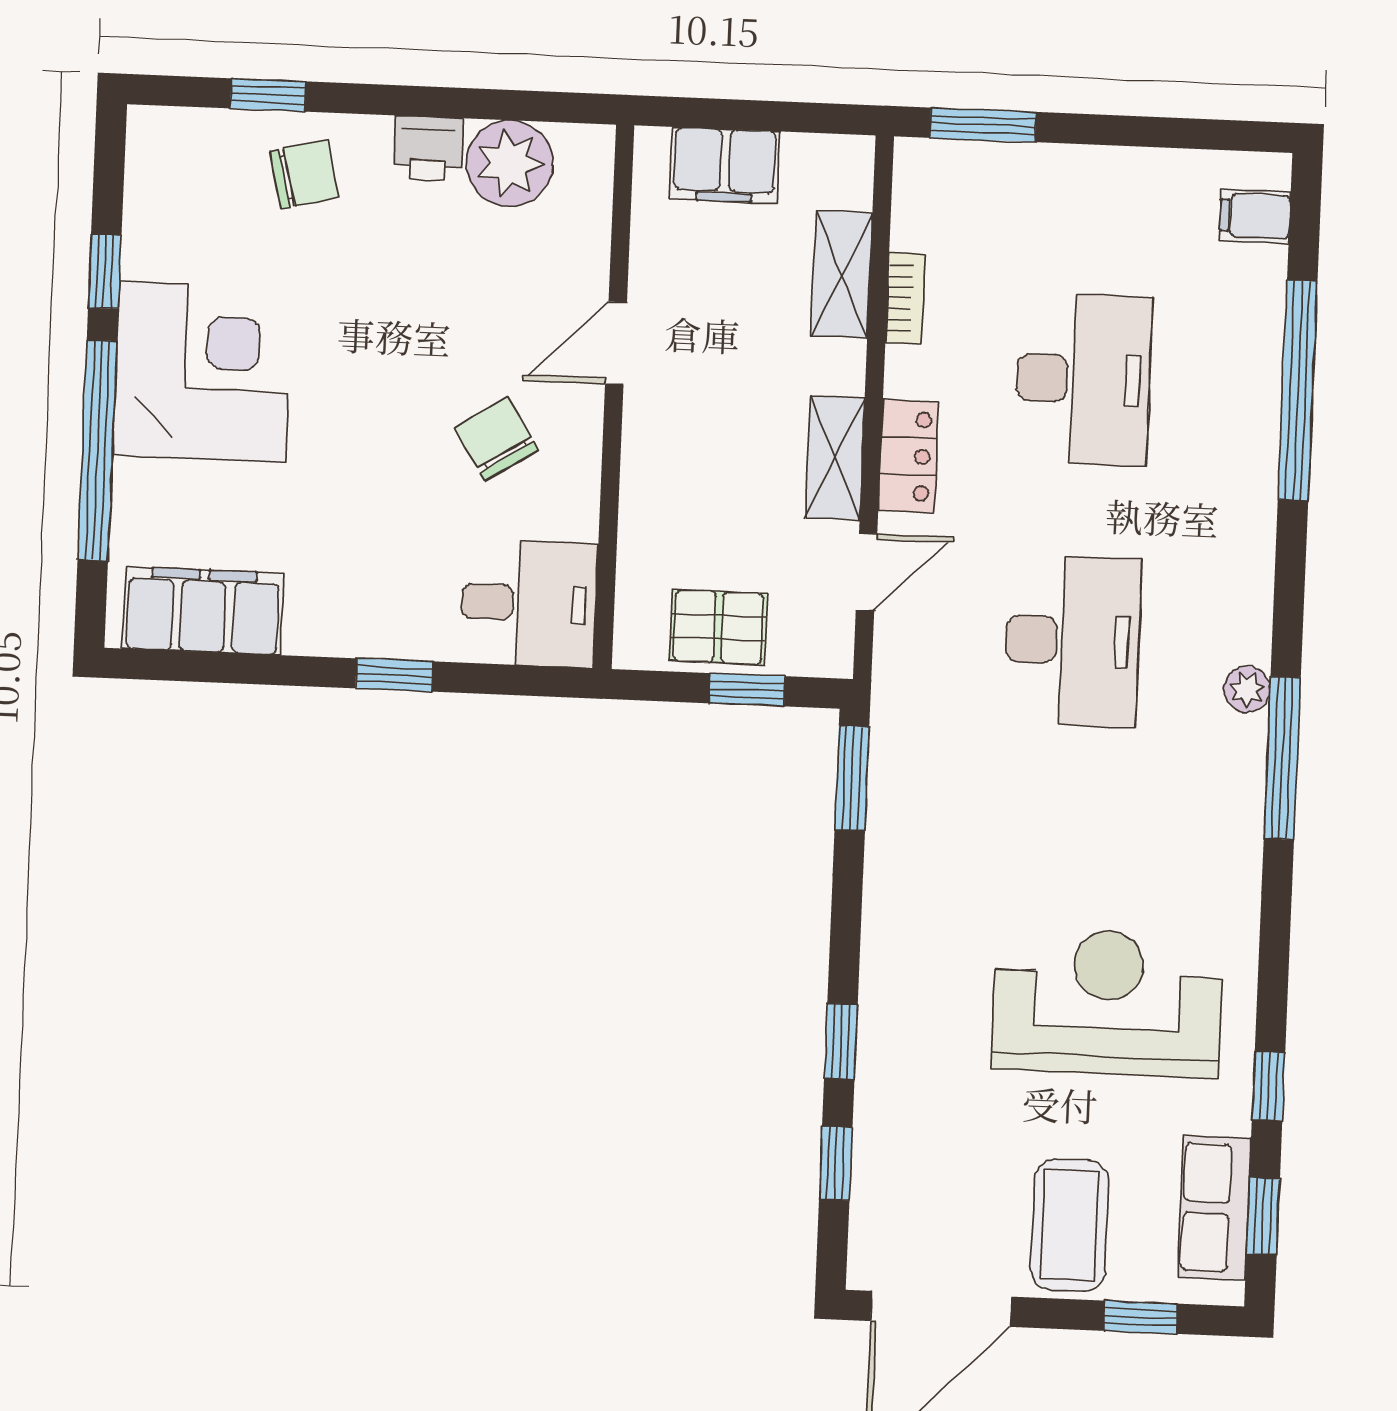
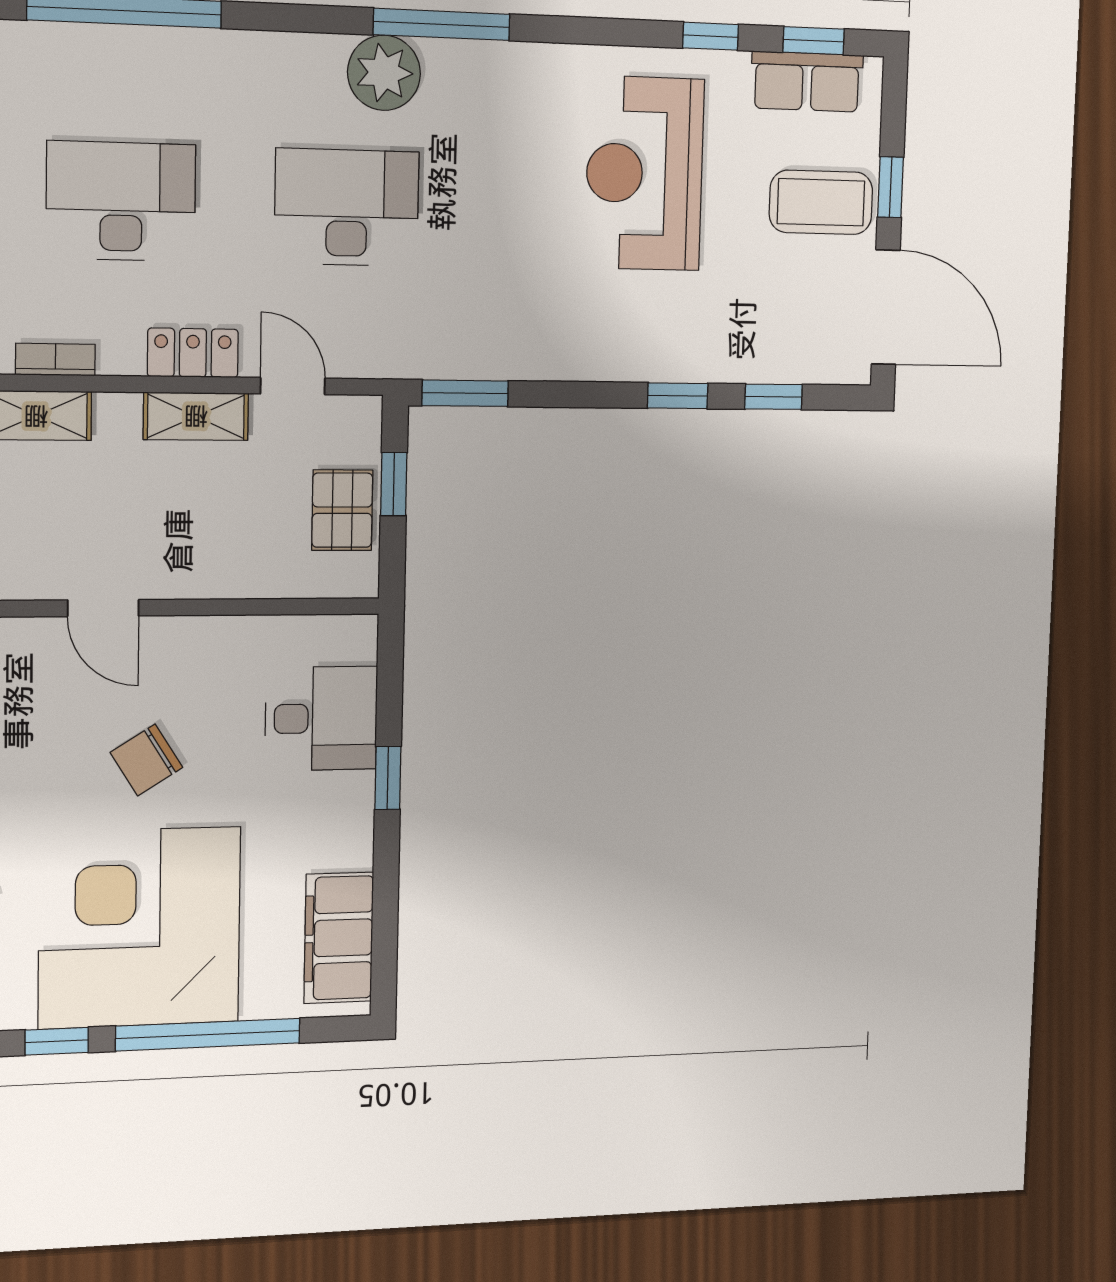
corner desk: (203, 372) -> (140, 928), width x1.36, depth x1.36
chair: (496, 439) -> (146, 760), moved
desk: (529, 603) -> (321, 718), moved, turned 90
plant: (1247, 689) -> (384, 73), width x1.88, depth x1.88
window: (1141, 1317) -> (891, 187), moved

